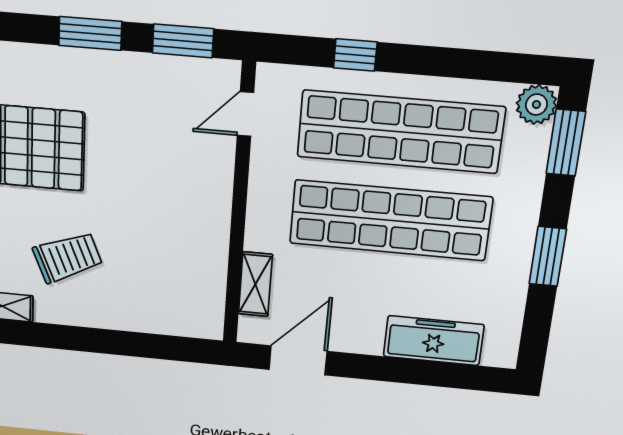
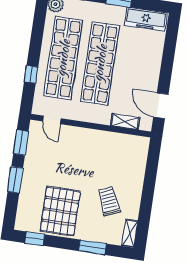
freezer: (434, 341) -> (146, 19), moved, turned -90

